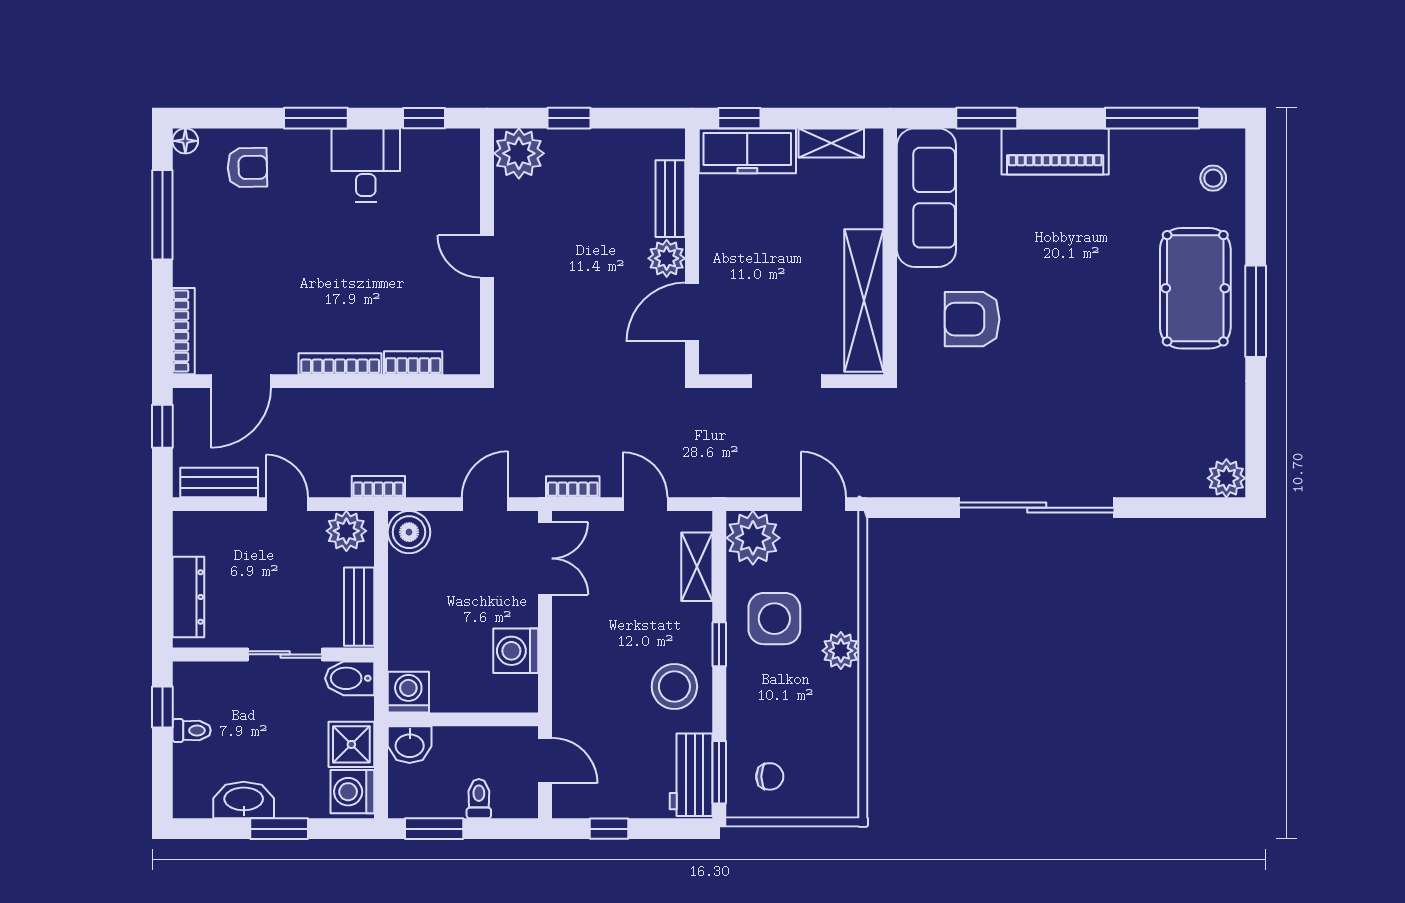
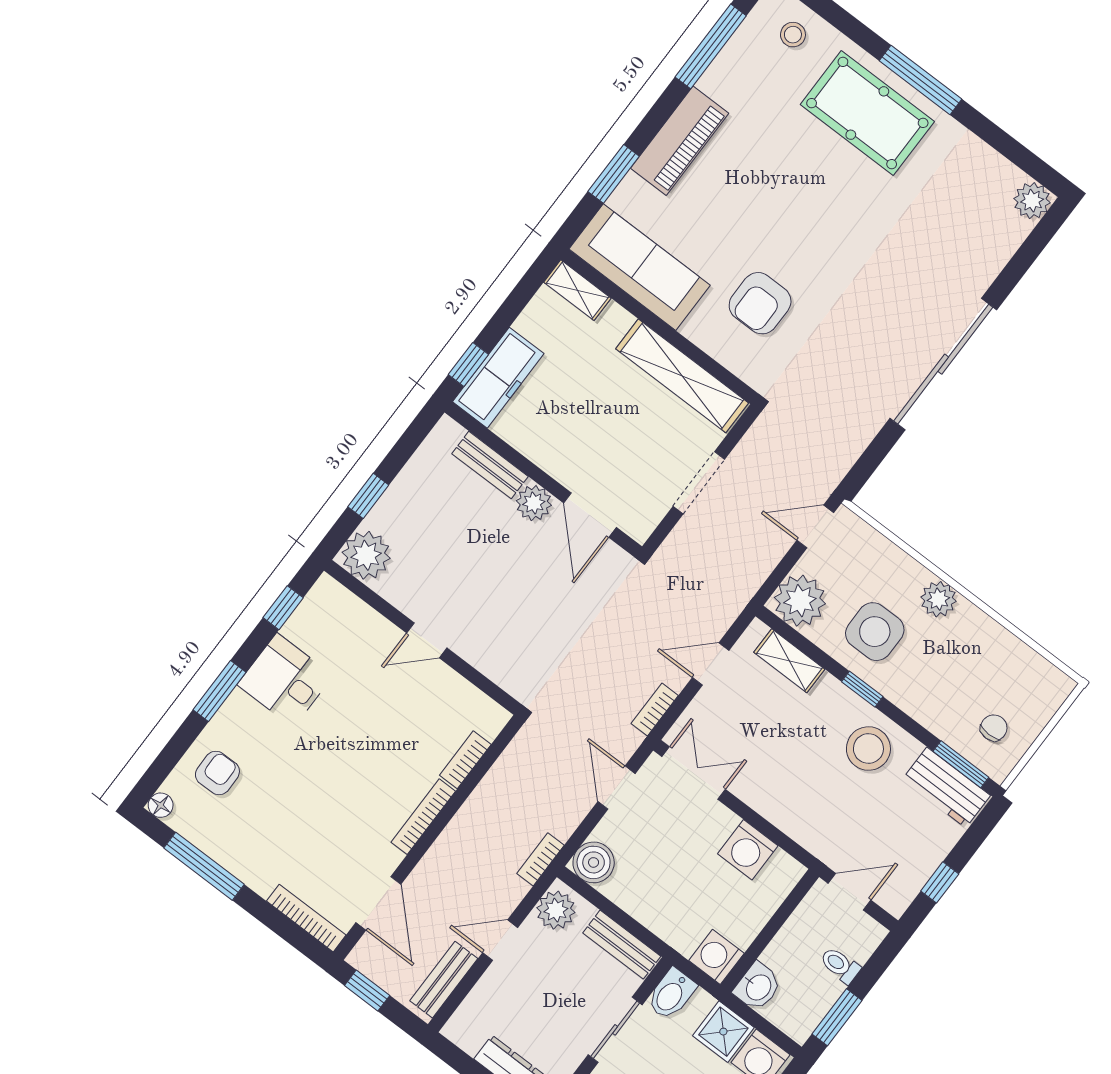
shelving: (831, 143) -> (577, 290), moved, turned 90

